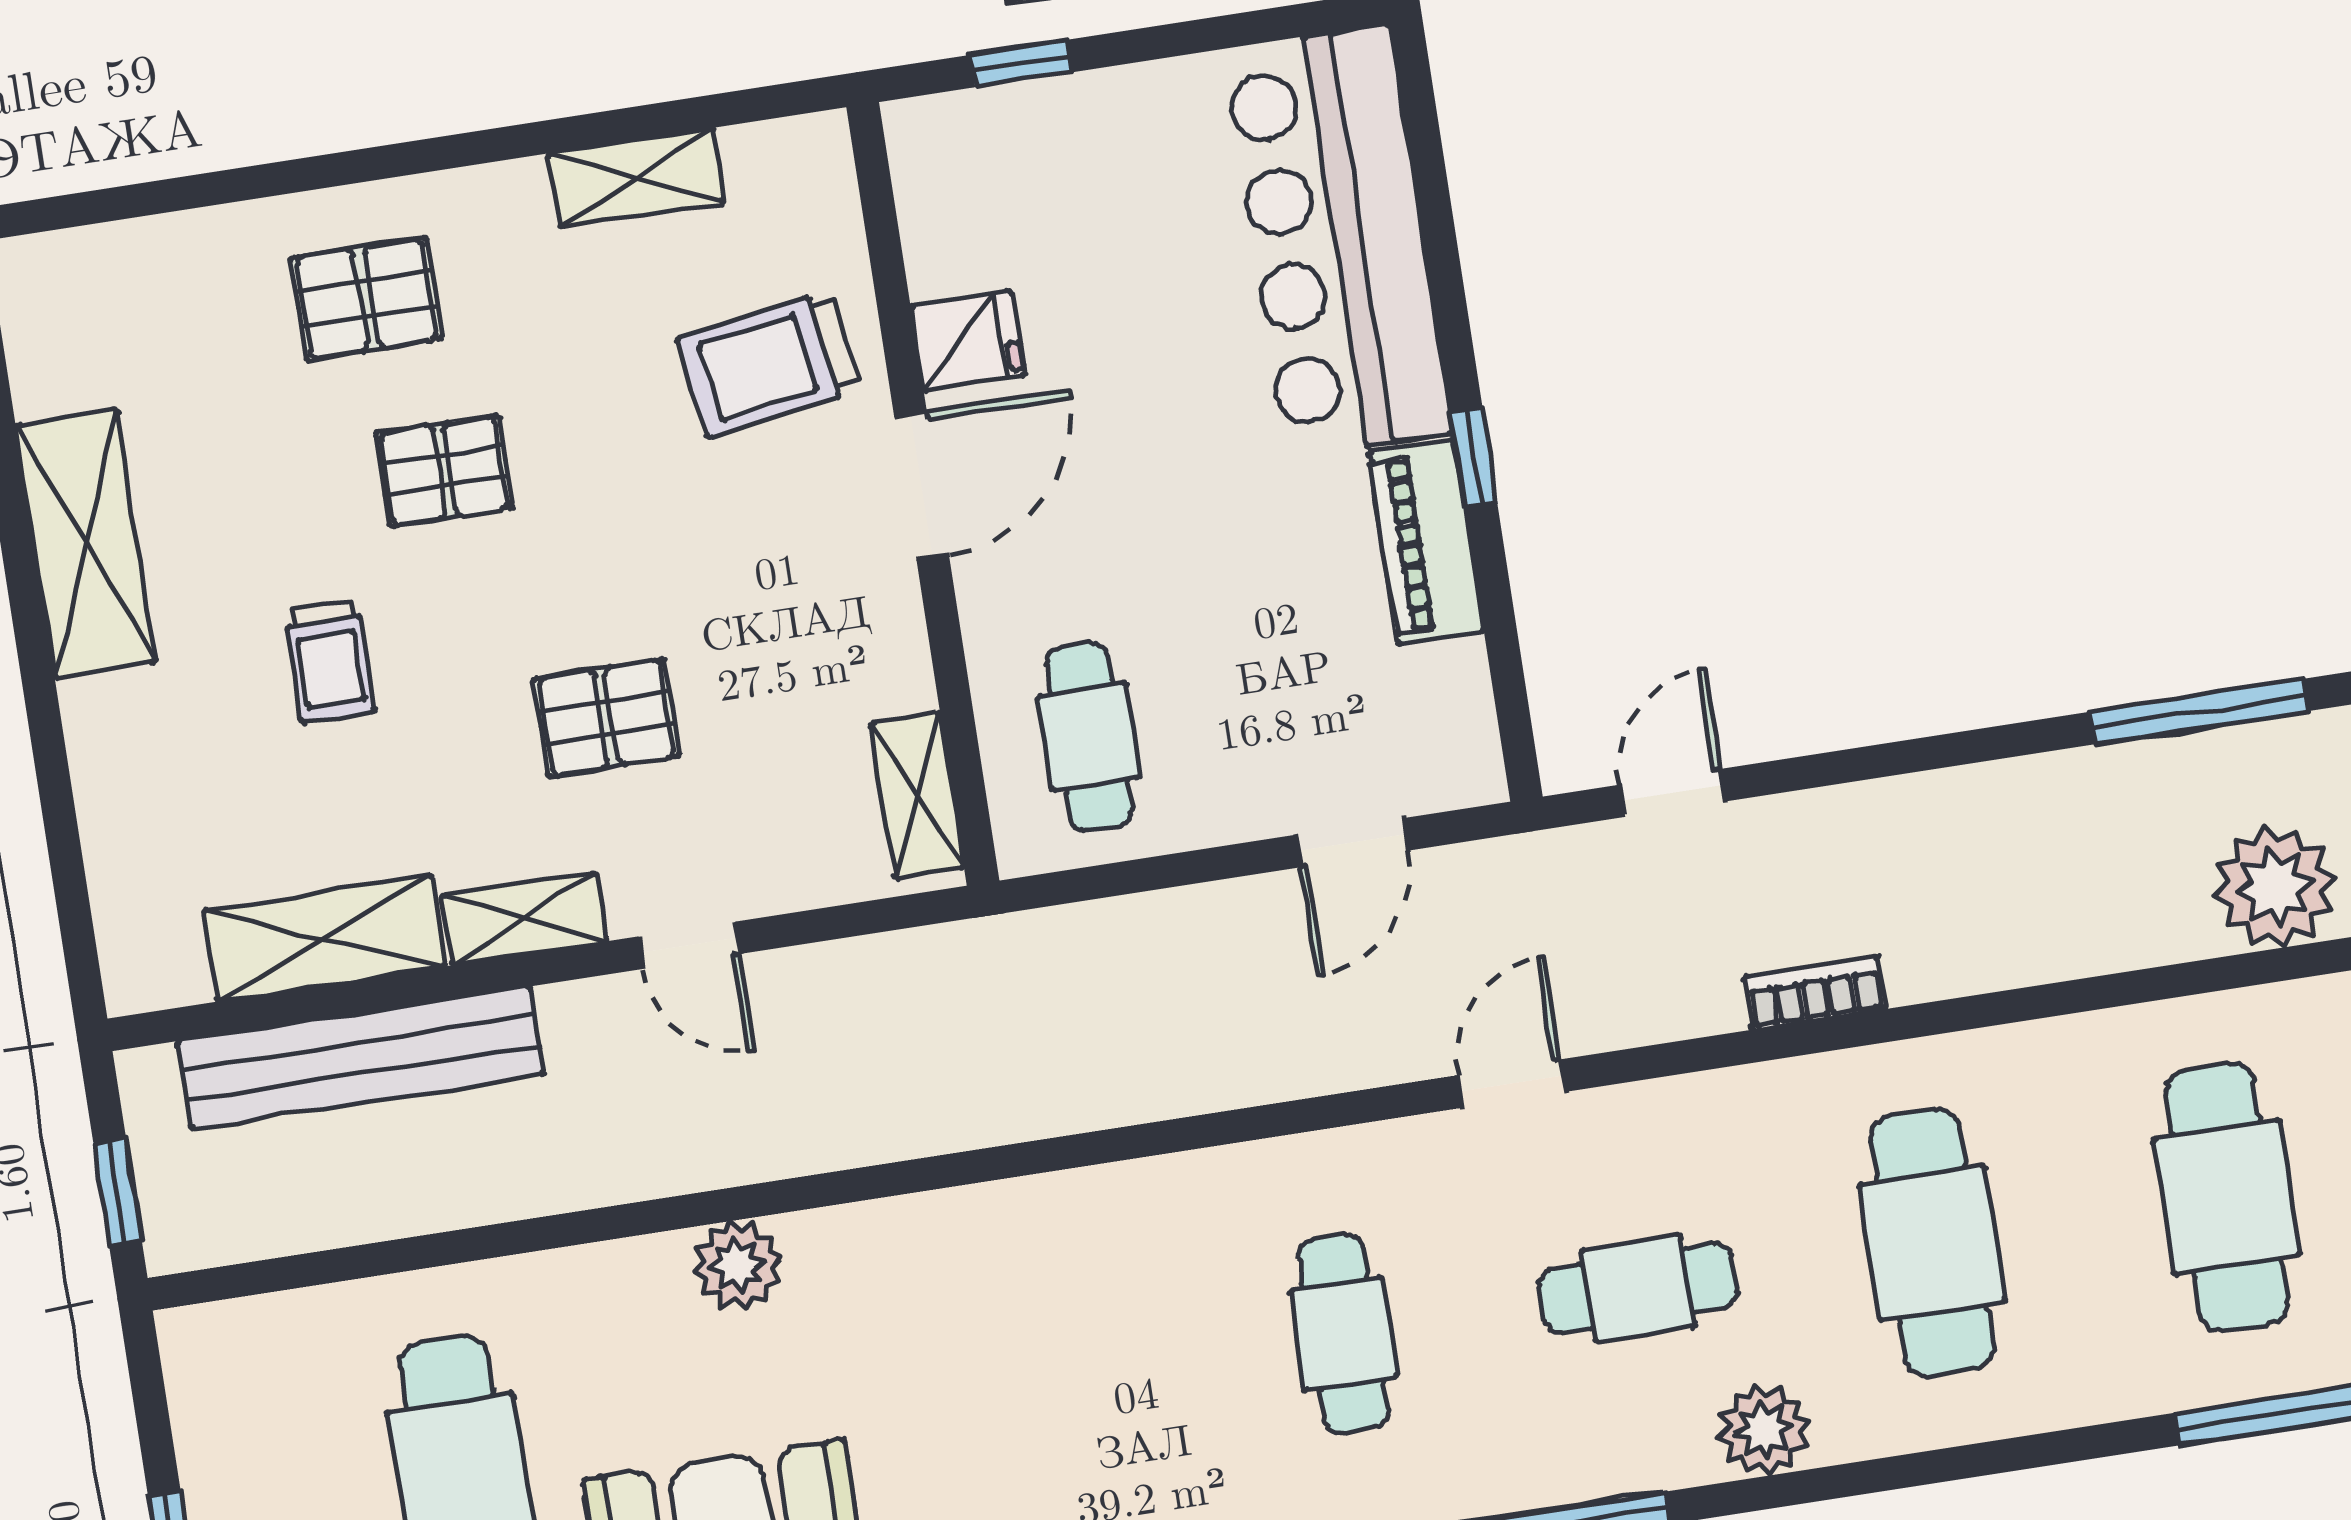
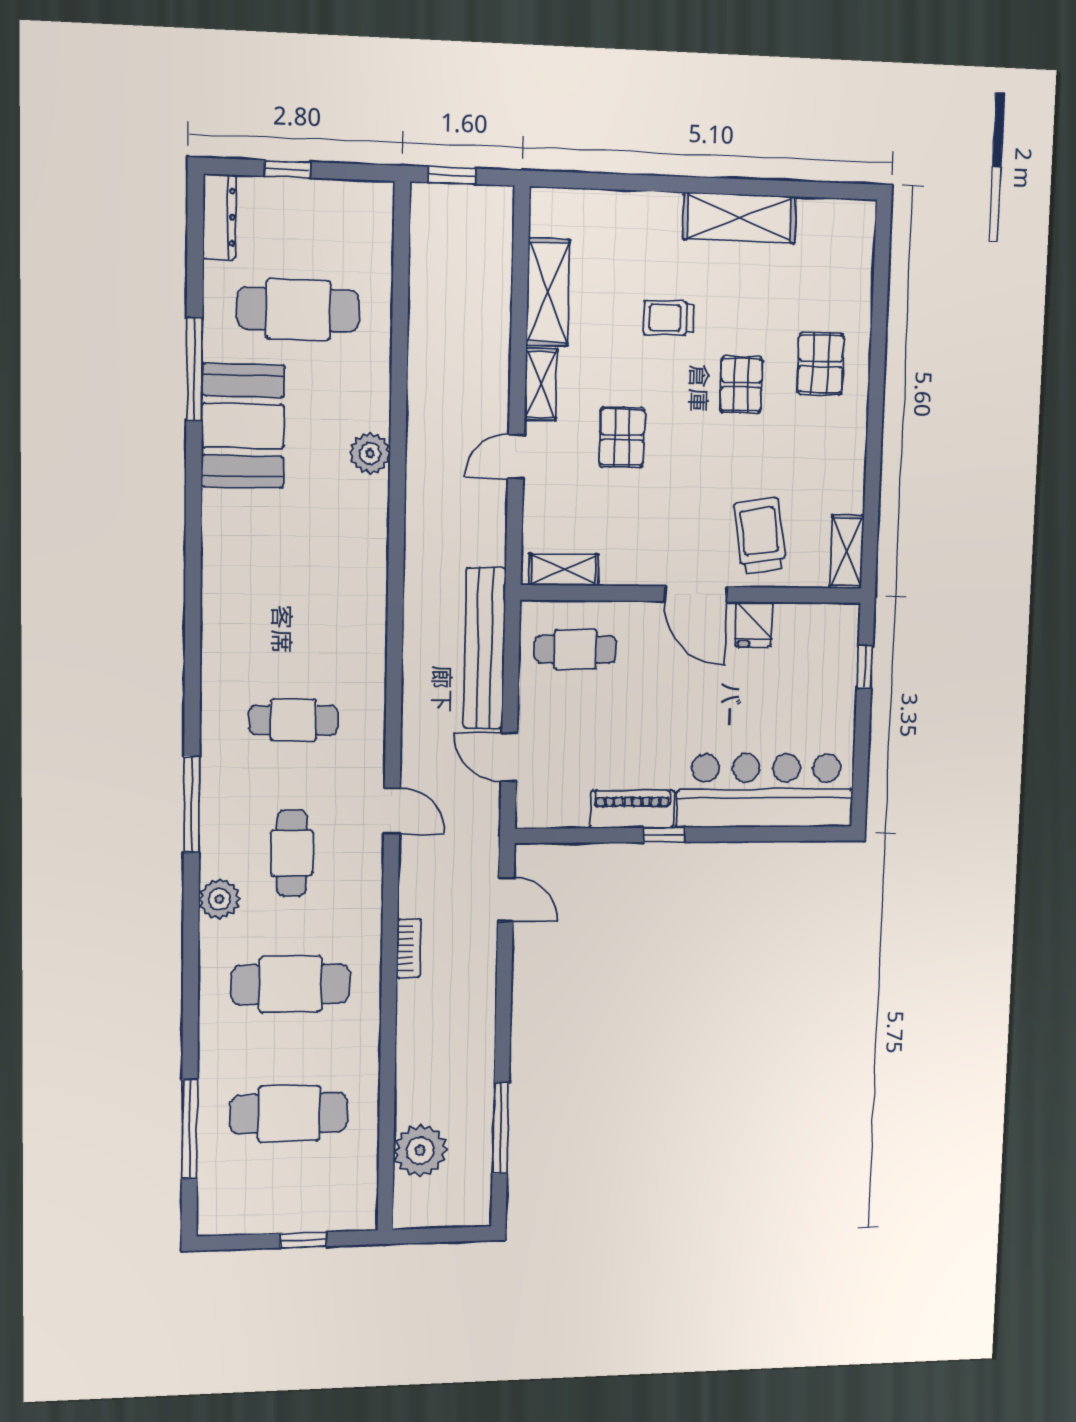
shelving: (637, 178) -> (847, 552), moved
bench: (361, 1058) -> (485, 648), moved

